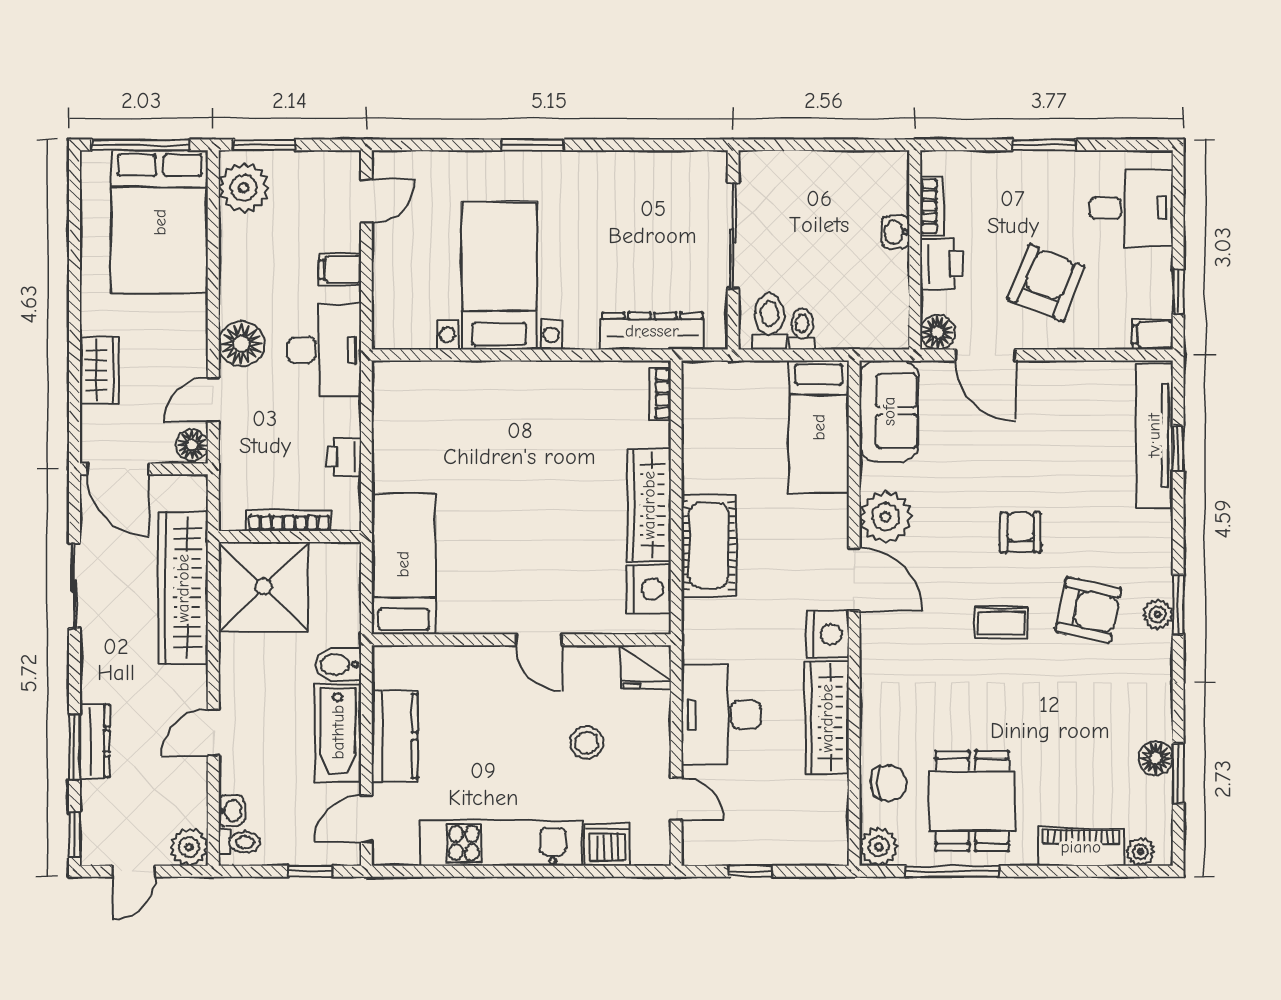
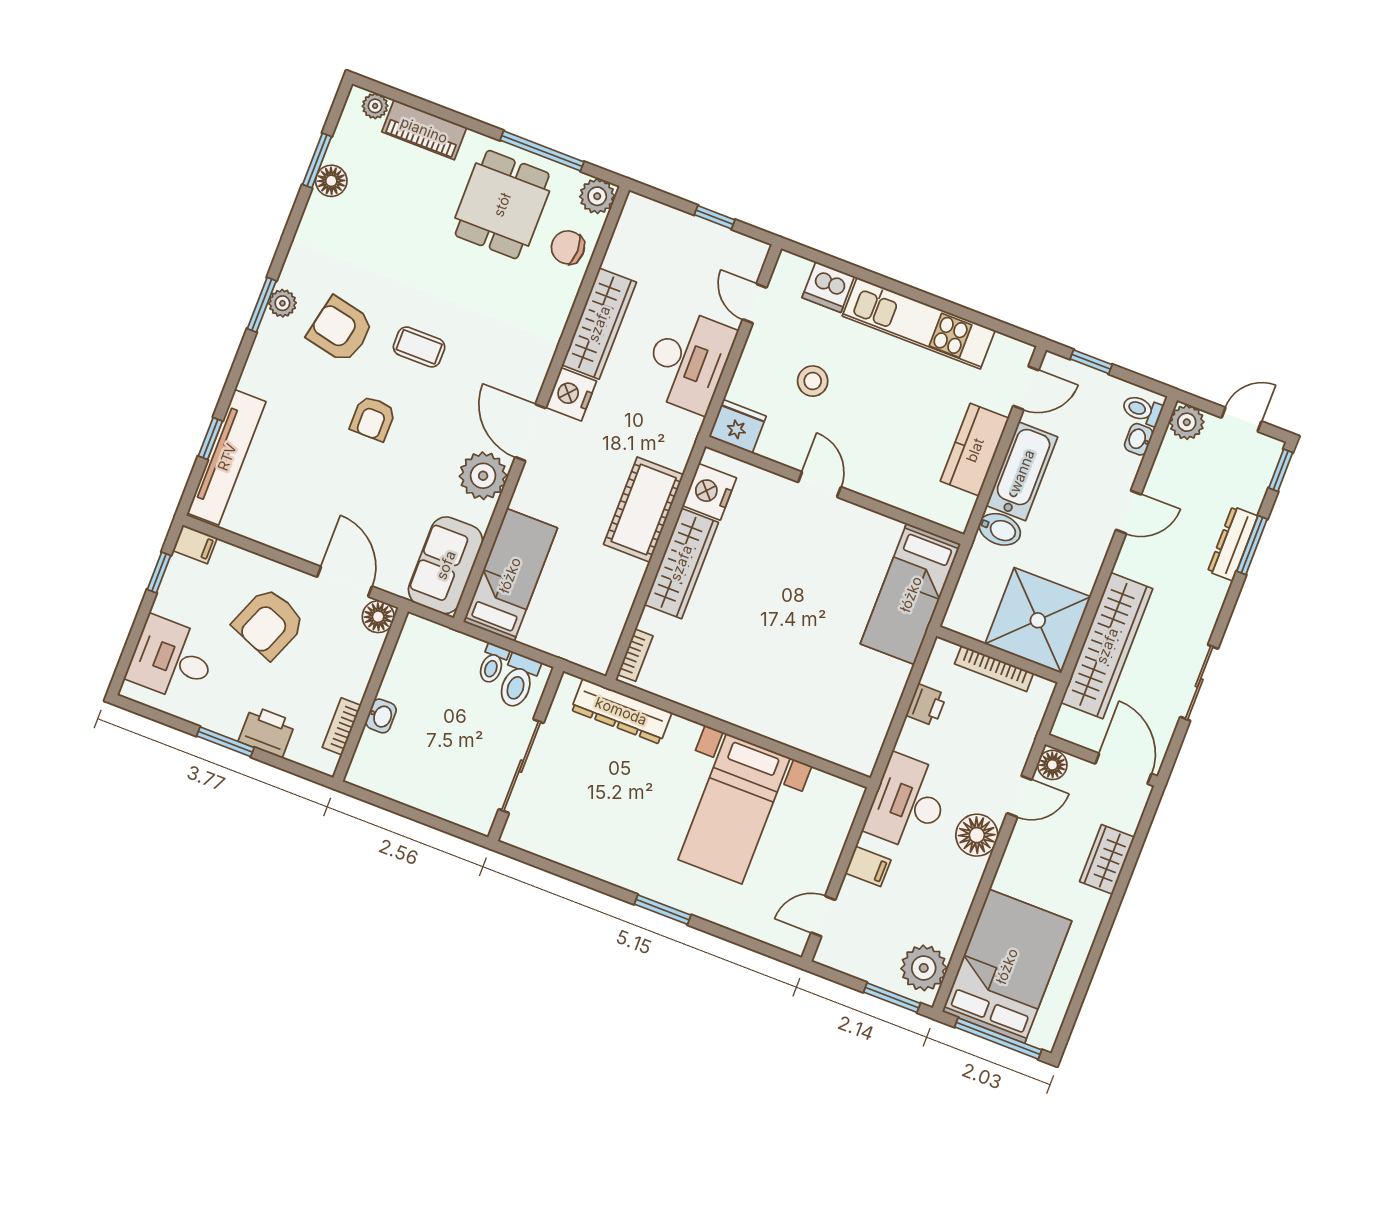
printer: (941, 264) -> (267, 732), moved, turned 90

